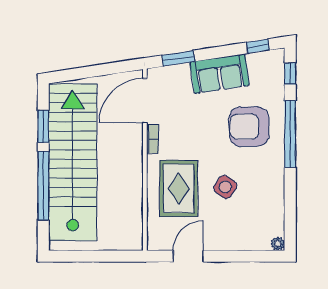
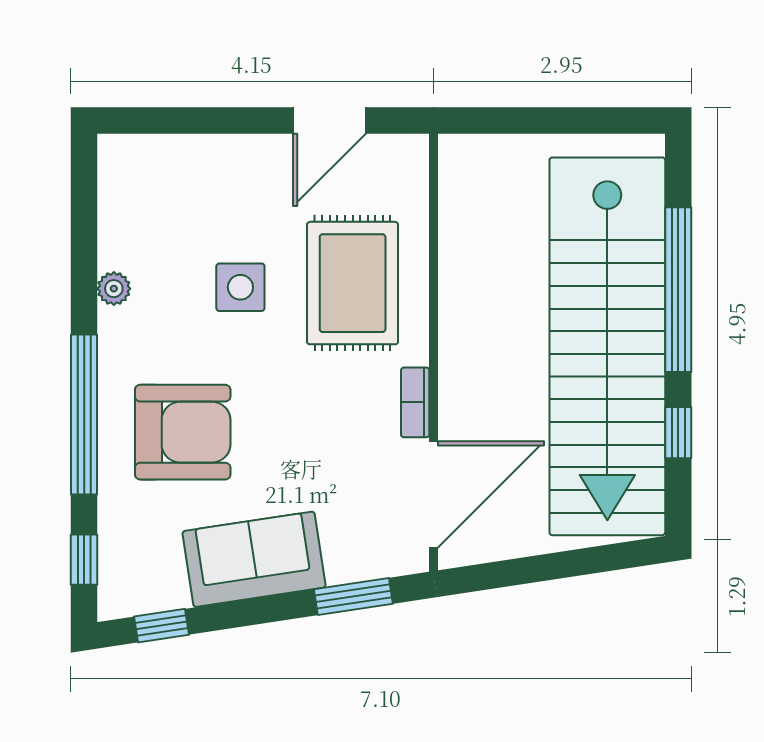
window: (43, 126) -> (678, 433), width x0.67
side table: (225, 187) -> (240, 287), turned -35
plant: (278, 244) -> (114, 289), moved

